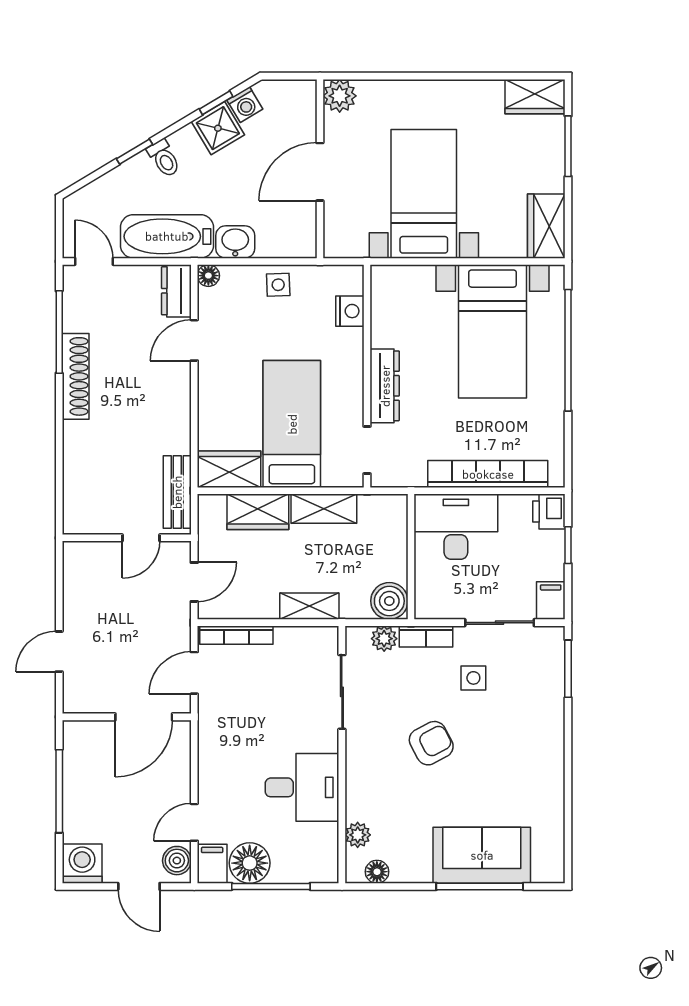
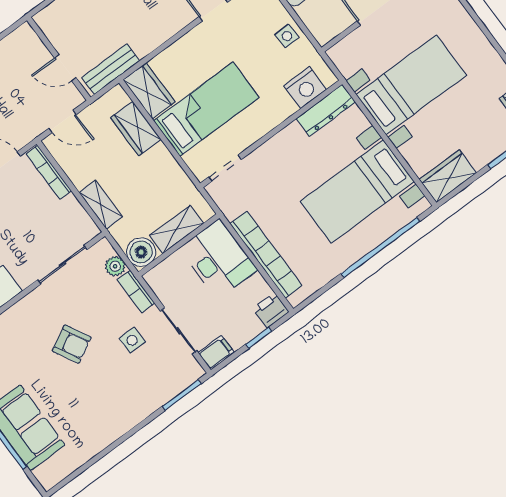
nightstand: (350, 311) -> (305, 88), width x1.36, depth x1.33
dresser: (385, 386) -> (326, 110), moved
shelving: (324, 509) -> (176, 229), moved, turned 90

